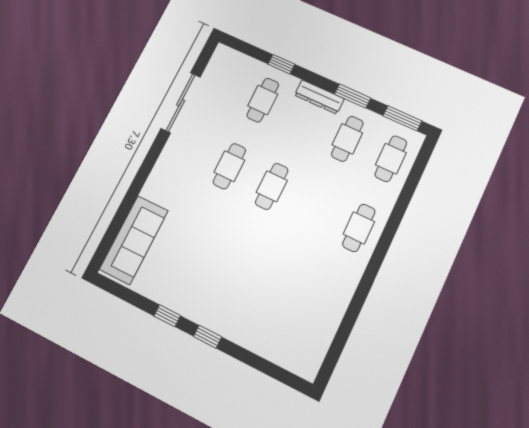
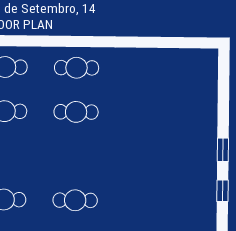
cafe table: (272, 186) -> (76, 112), moved

